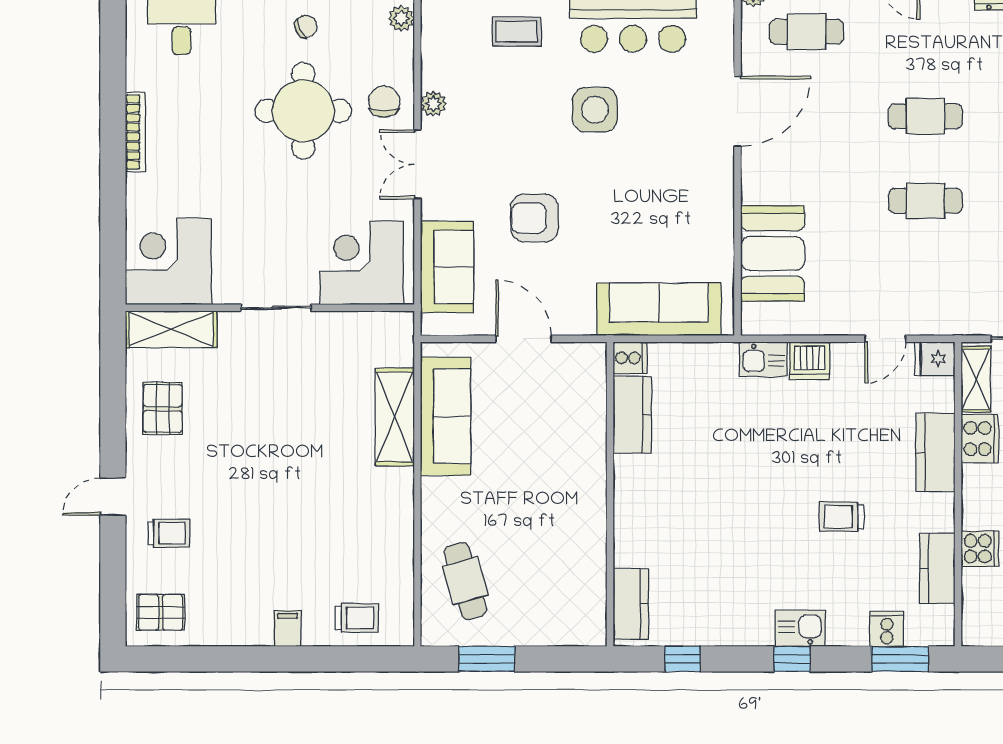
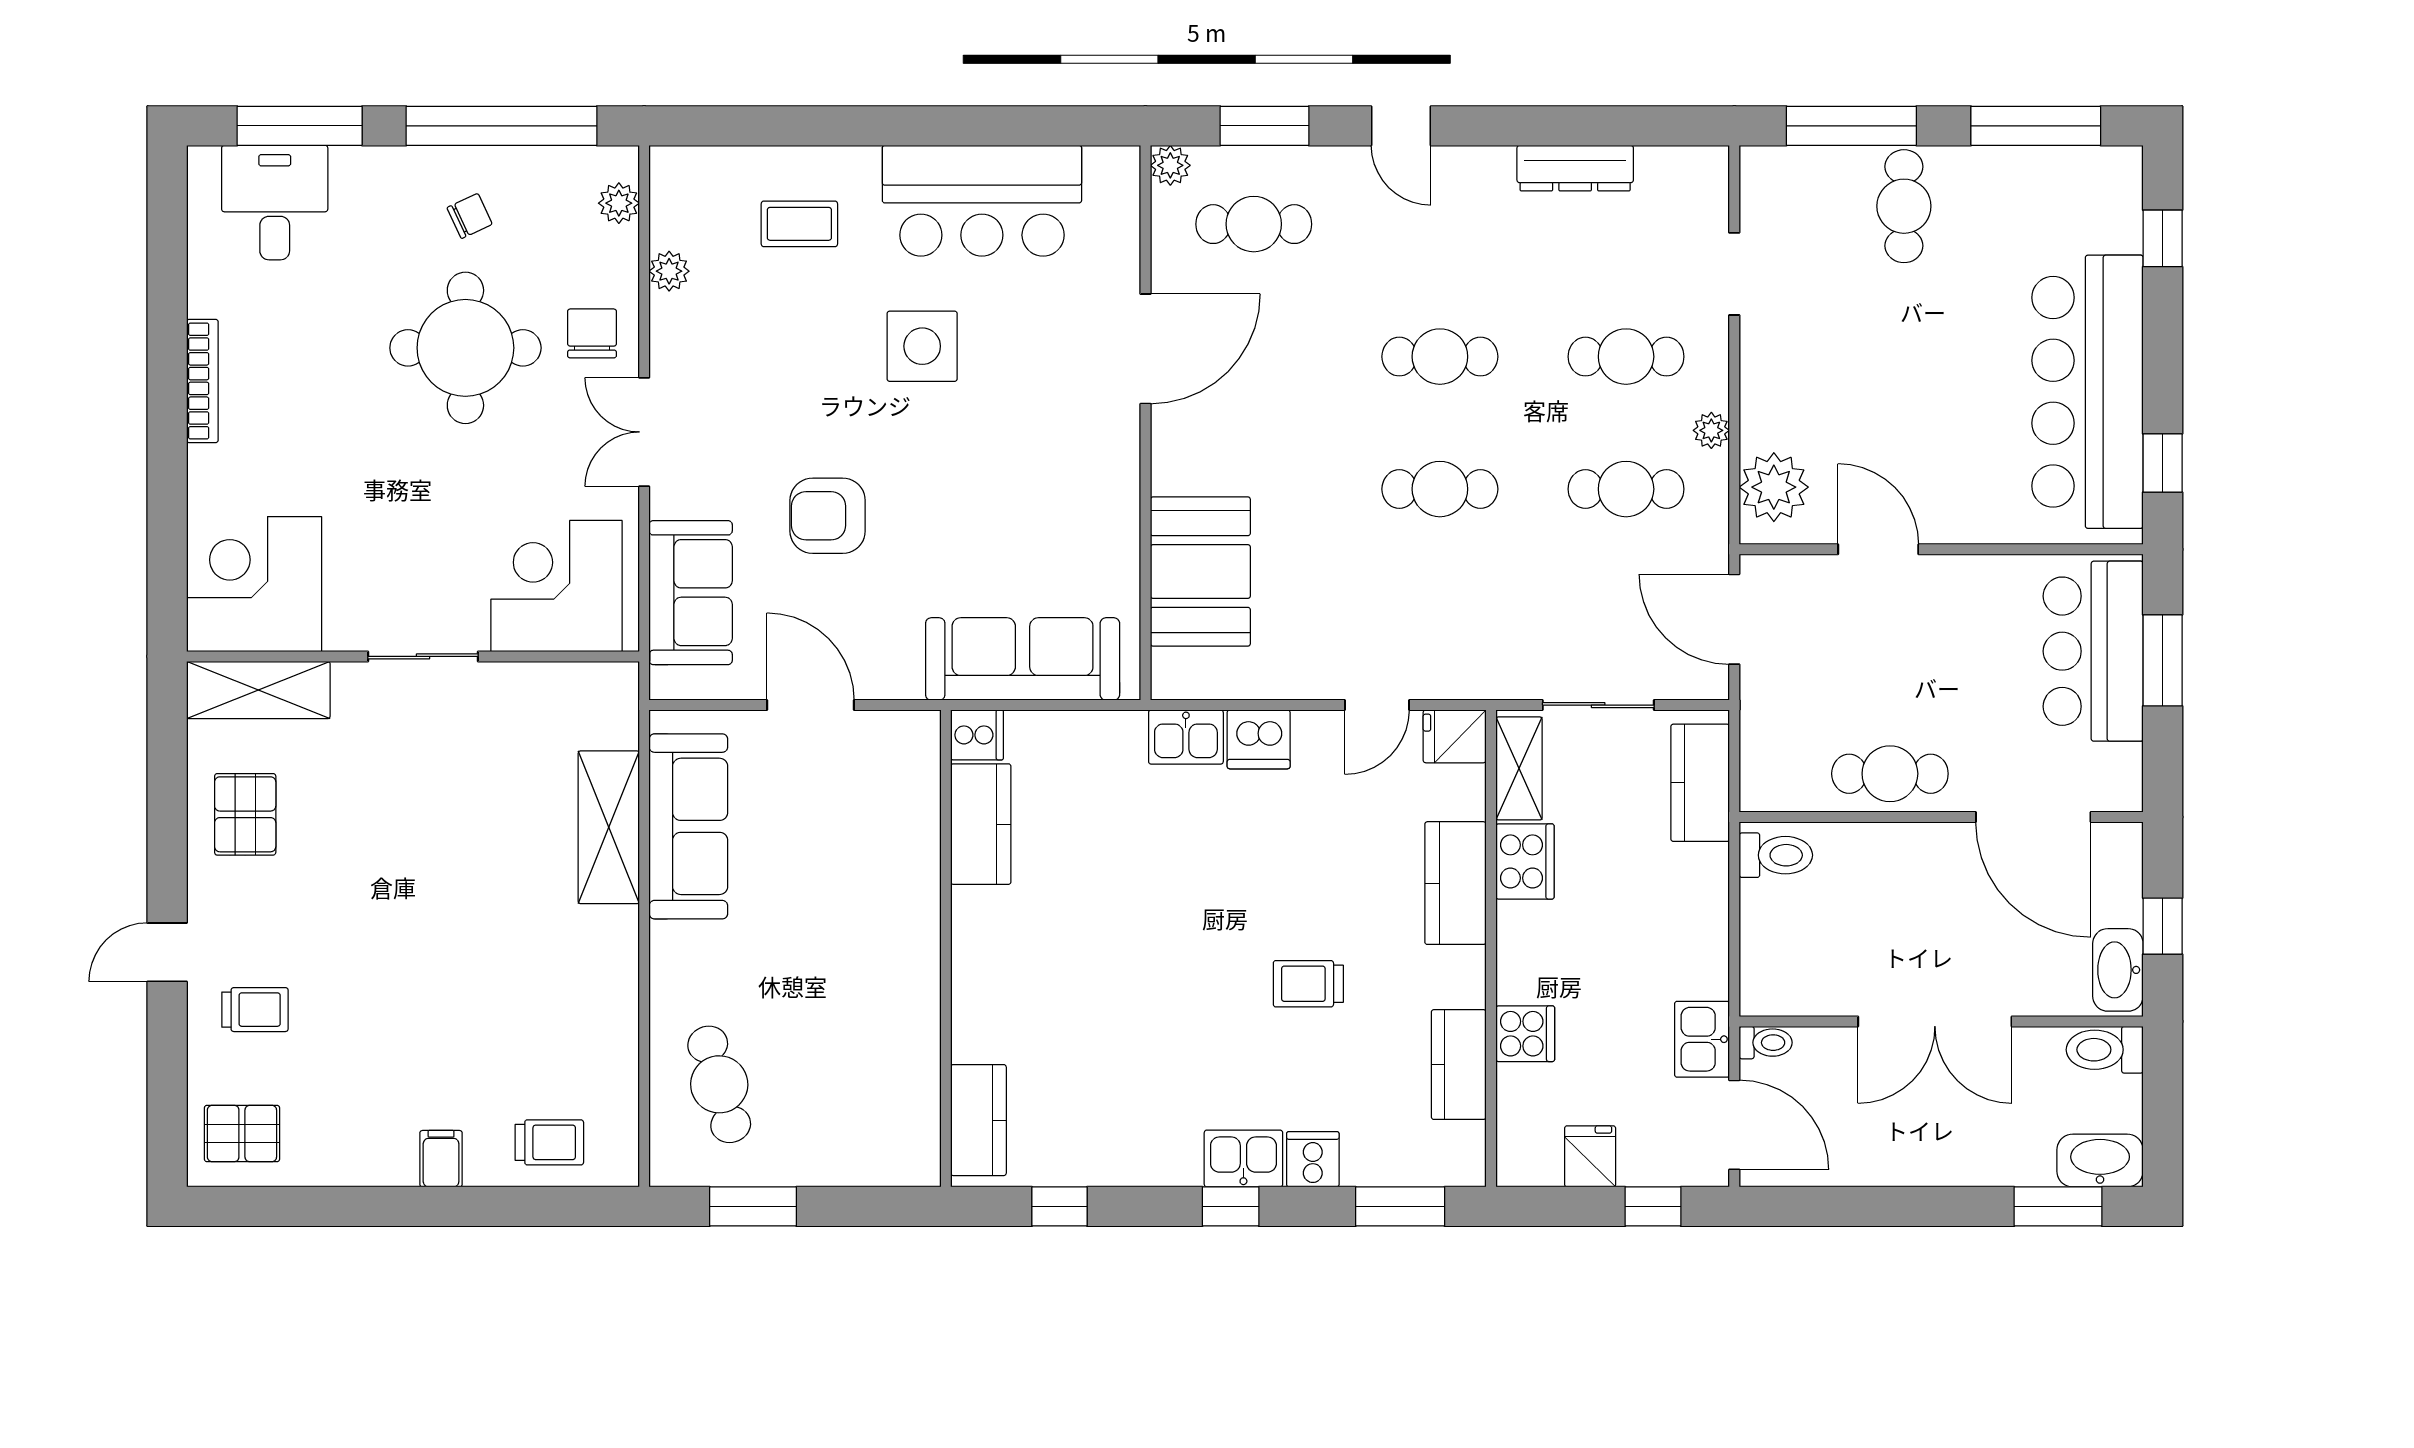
plant: (433, 104) -> (669, 271), moved
cooker: (887, 629) -> (1313, 1159), moved

